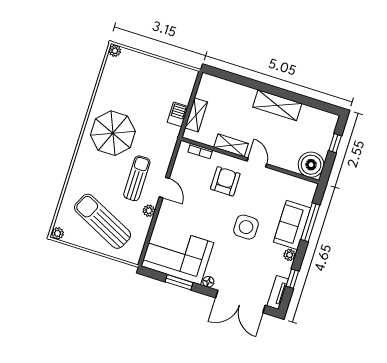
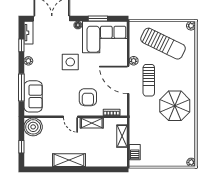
barbecue: (178, 114) -> (135, 152), moved
door: (164, 188) -> (128, 80), width x1.87
sofa: (292, 225) -> (33, 96), moved
side table: (246, 227) -> (70, 62), moved

